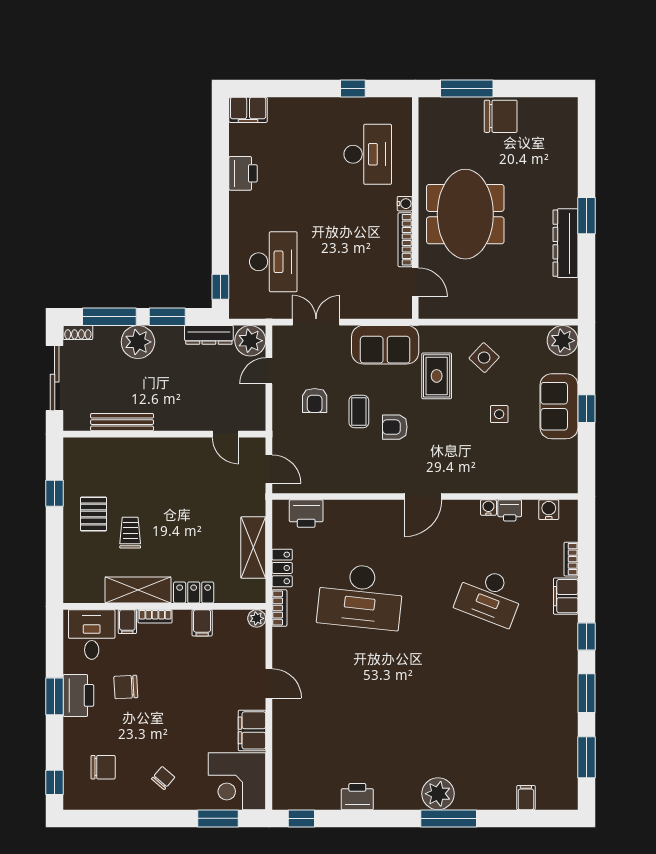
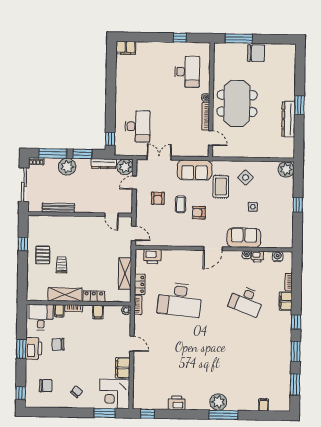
printer: (243, 173) -> (123, 81), removed
sofa: (559, 406) -> (244, 238), moved, turned 90

